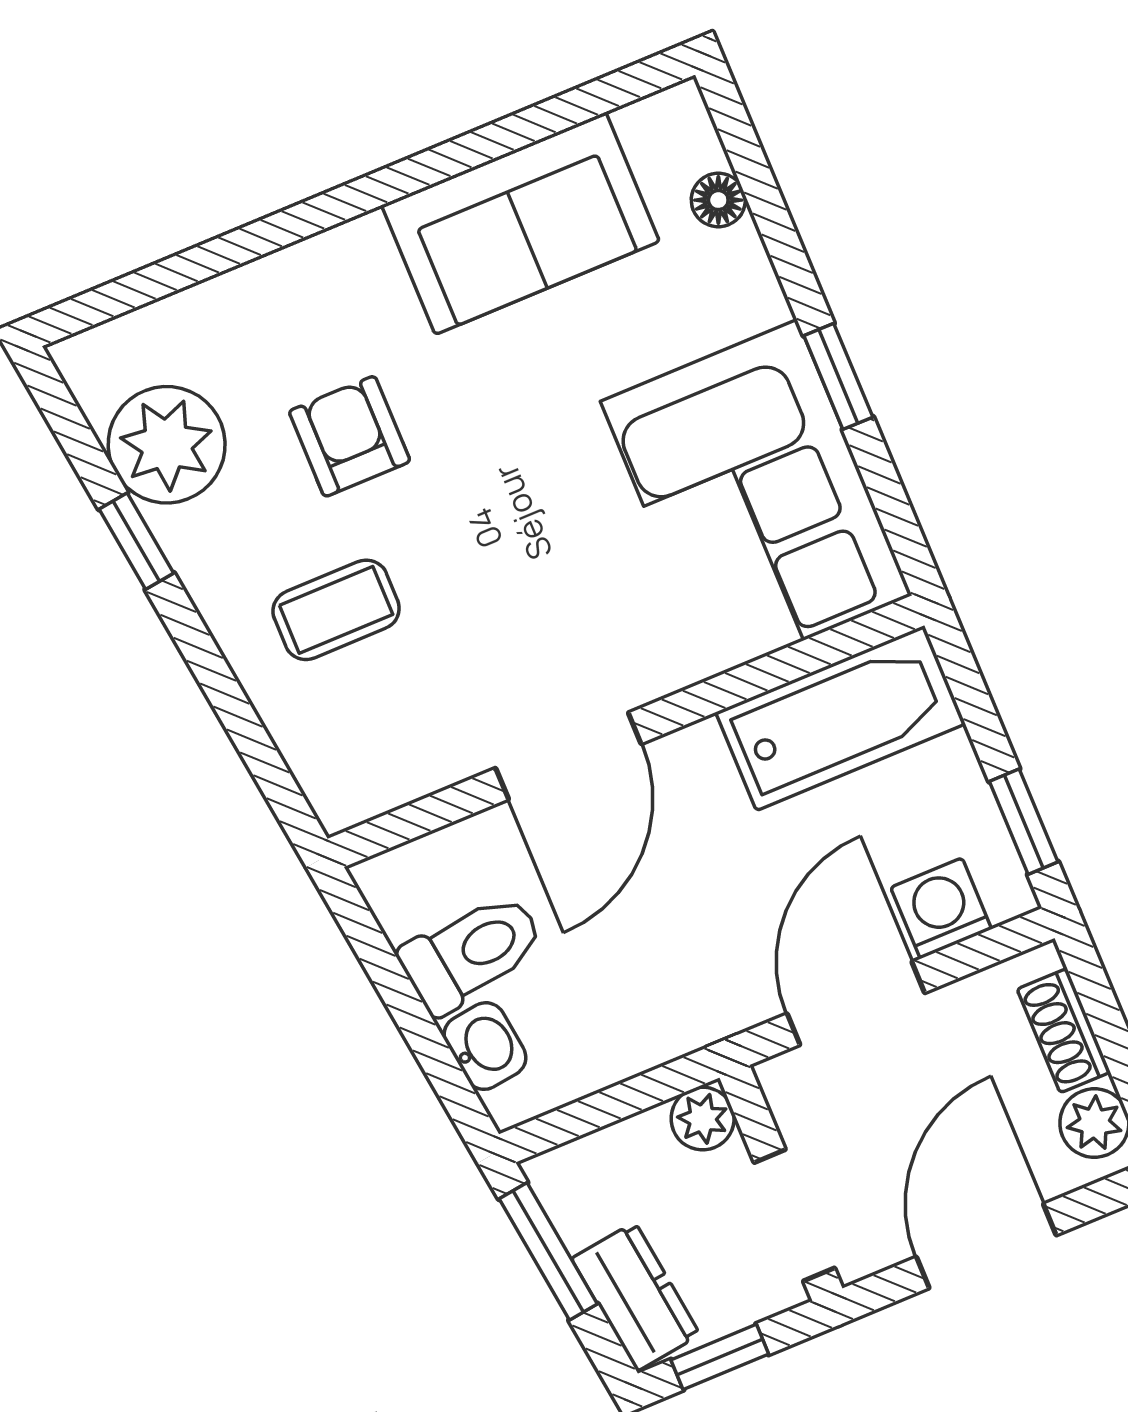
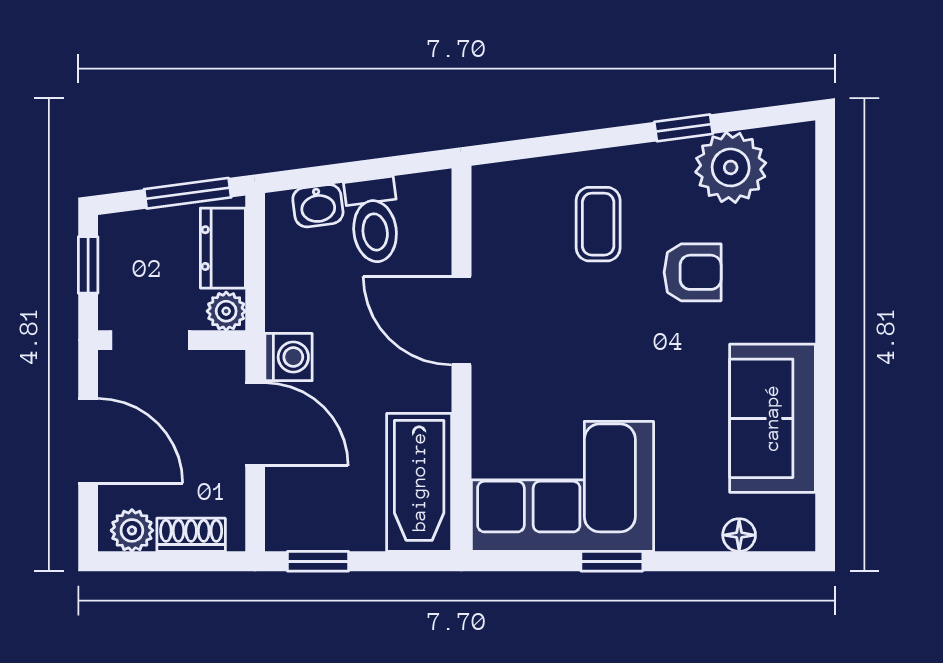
washing machine: (941, 908) -> (289, 357), moved
dresser: (636, 1297) -> (223, 248), moved, turned 98

